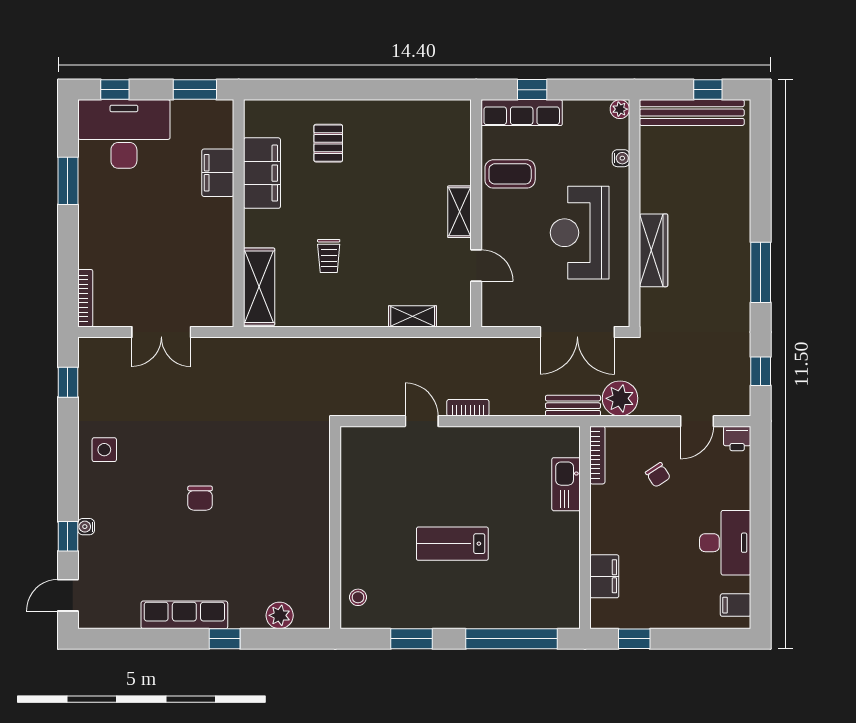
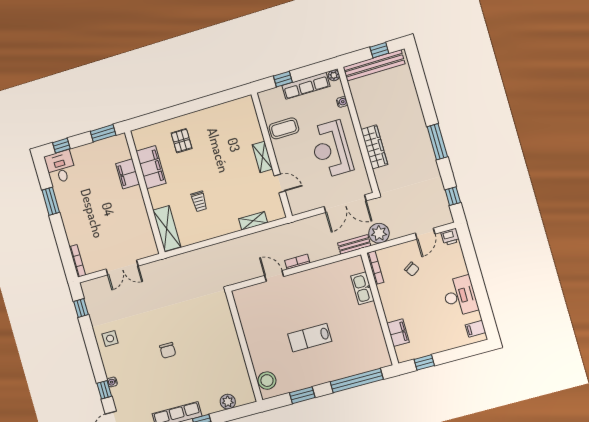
row of seats: (522, 113) -> (306, 86), moved
desk: (124, 134) -> (60, 167), width x0.53, depth x0.77
stool: (358, 597) -> (267, 381), width x1.89, depth x1.89

